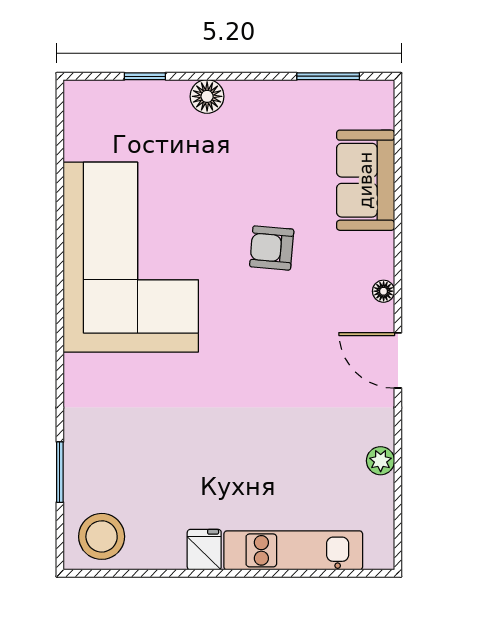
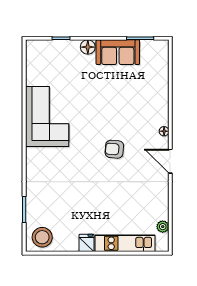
sofa: (366, 180) -> (118, 52), moved, turned -90
armchair: (272, 248) -> (114, 149), moved
corner sofa: (131, 257) -> (47, 117), width x0.73, depth x0.74
plant: (381, 461) -> (163, 227), moved

